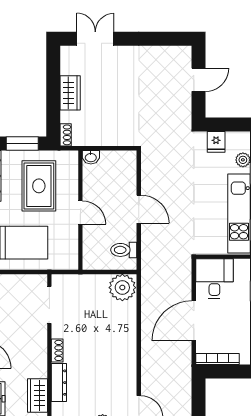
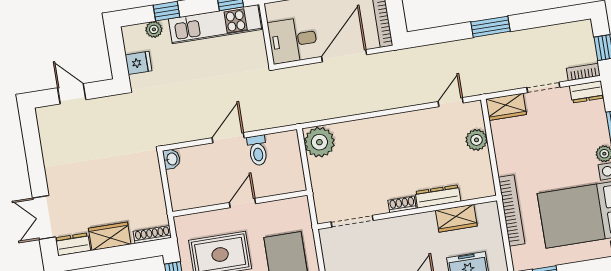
dresser: (68, 60) -> (73, 244), added
shoe rack: (66, 135) -> (152, 235), width x1.43
washbasin: (91, 157) -> (172, 159), moved
toilet: (124, 250) -> (258, 150), moved
door: (194, 321) -> (344, 56), swing flipped

